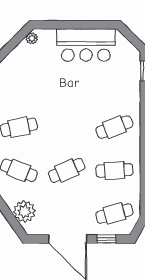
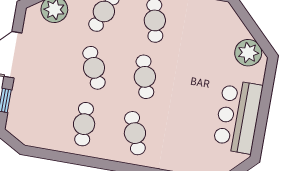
plant: (32, 38) -> (248, 53), width x1.87, depth x1.87
cafe table: (114, 214) -> (145, 77), moved

